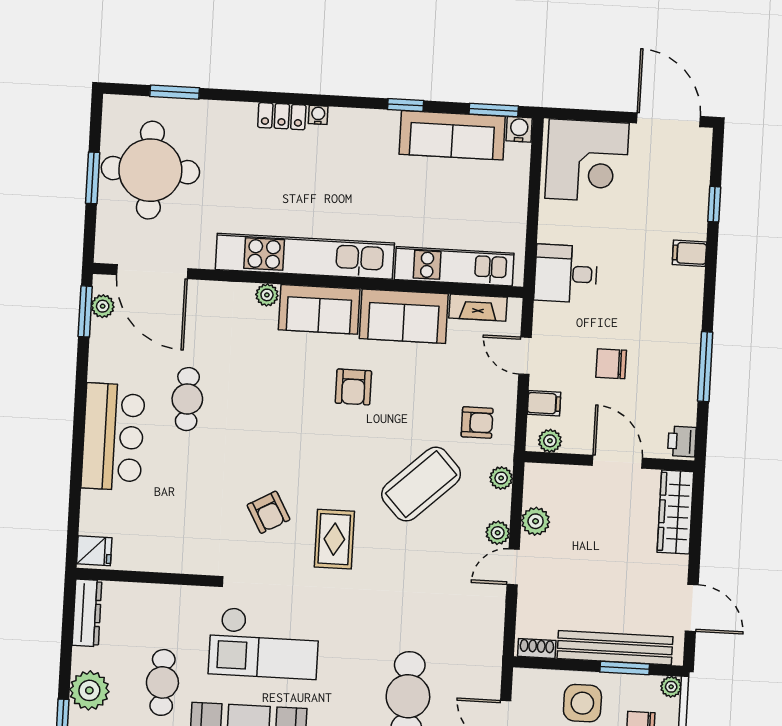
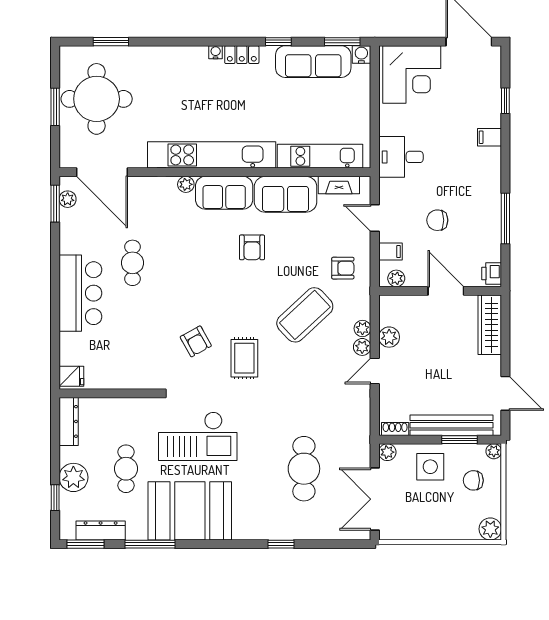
locker: (282, 116) -> (242, 55), moved
plant: (501, 478) -> (362, 328), moved
plant: (524, 680) -> (387, 452), added

